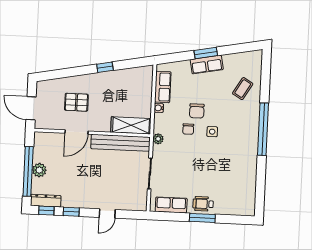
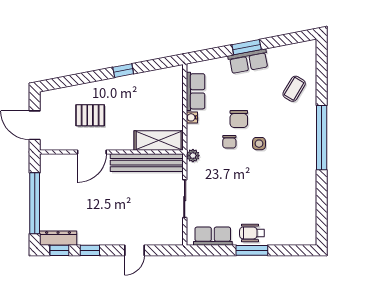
plant: (39, 170) -> (48, 201), removed

